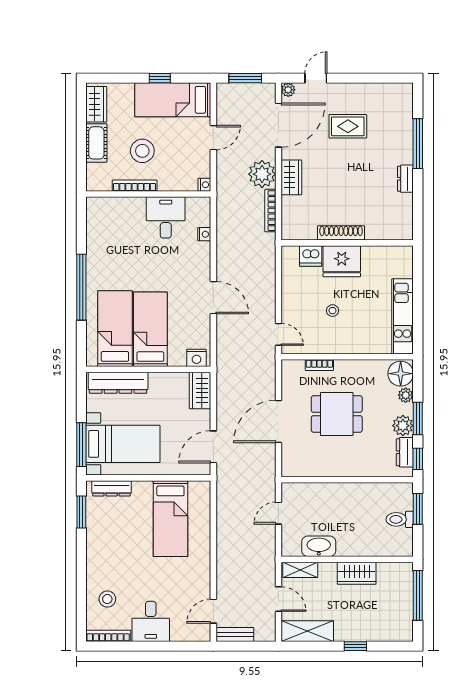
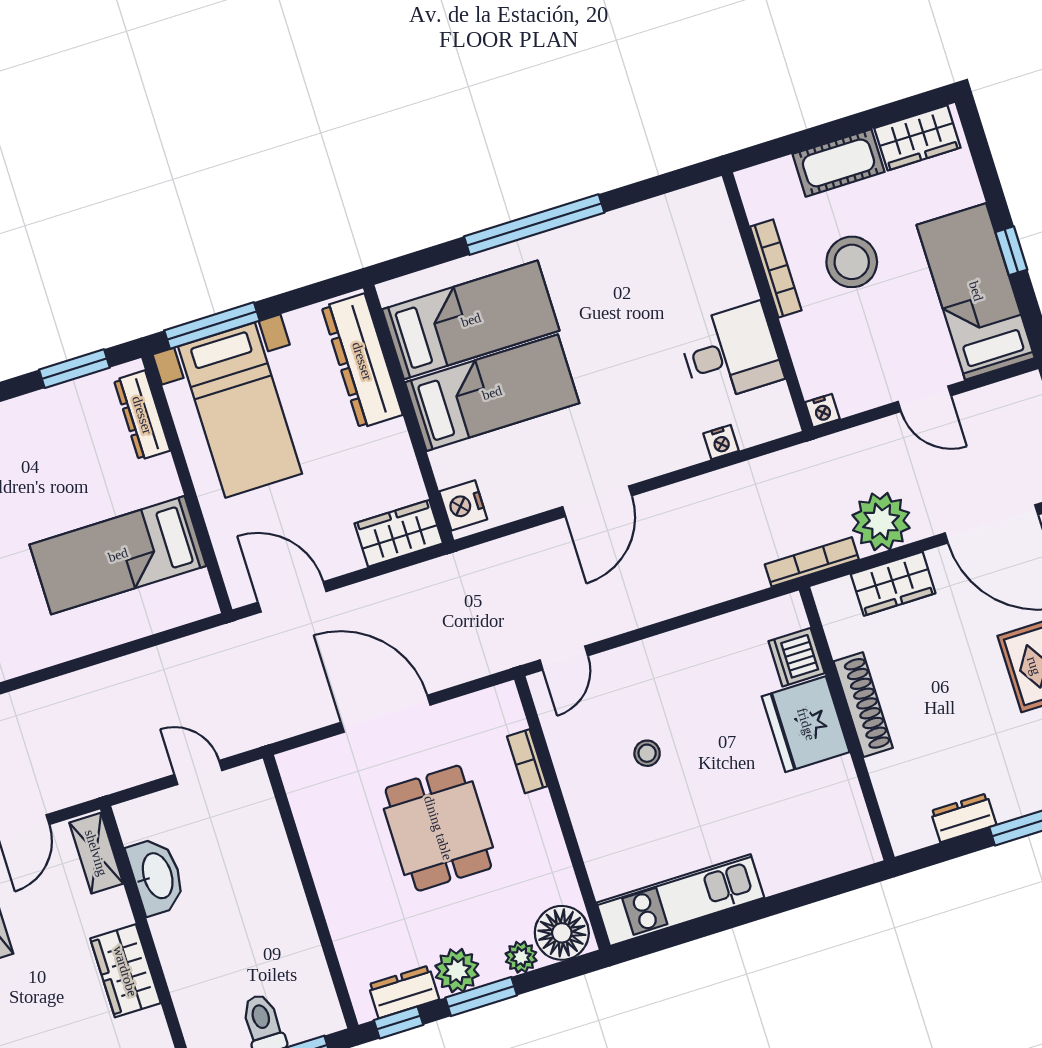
shoe rack: (341, 233) -> (863, 705), moved
wall: (347, 243) -> (847, 724), moved
dishwasher: (311, 256) -> (797, 657), moved
fridge: (342, 261) -> (806, 724), moved

